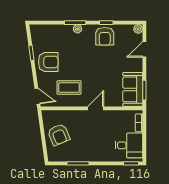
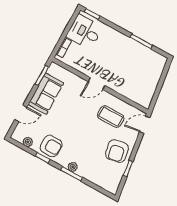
plant: (138, 29) -> (28, 142), moved
armchair: (105, 36) -> (51, 146), turned 90
armchair: (48, 62) -> (117, 151), turned -101
sofa: (133, 89) -> (46, 94), moved
door: (37, 96) -> (145, 125), hinge flipped
armchair: (59, 135) -> (145, 78), removed

